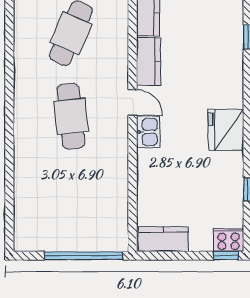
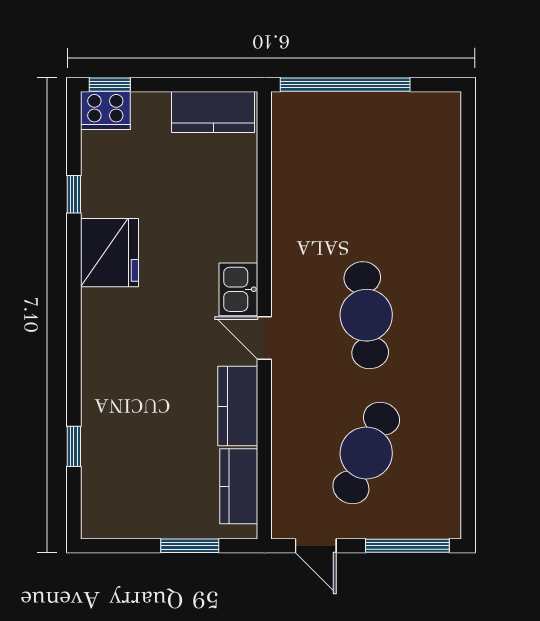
fridge: (226, 130) -> (109, 253), moved

